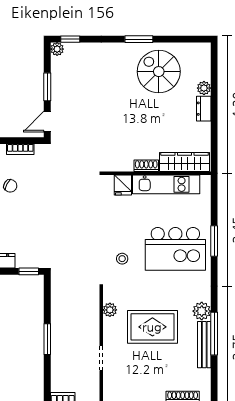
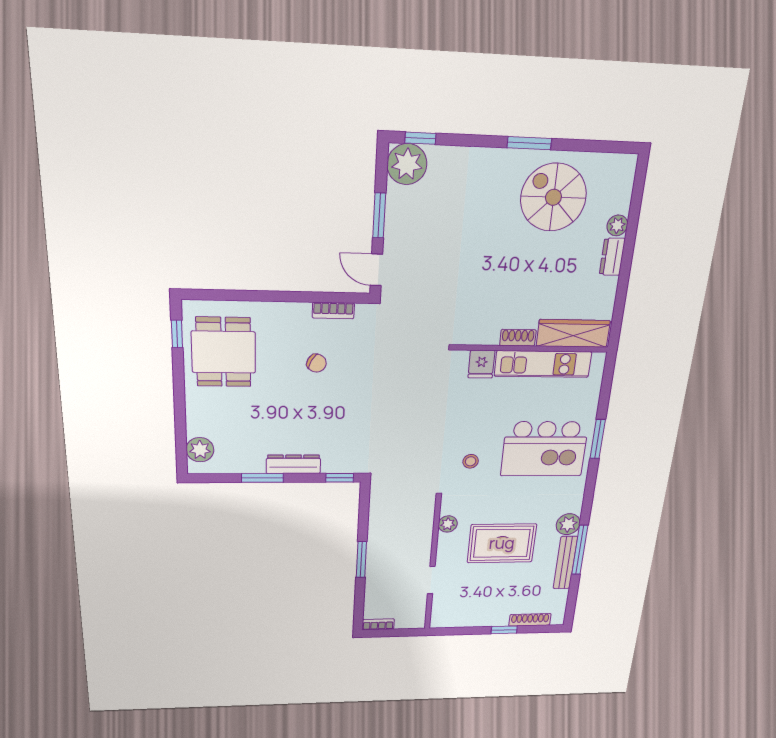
plant: (57, 49) -> (407, 164), width x1.88, depth x1.88
door: (47, 122) -> (376, 270), hinge flipped

